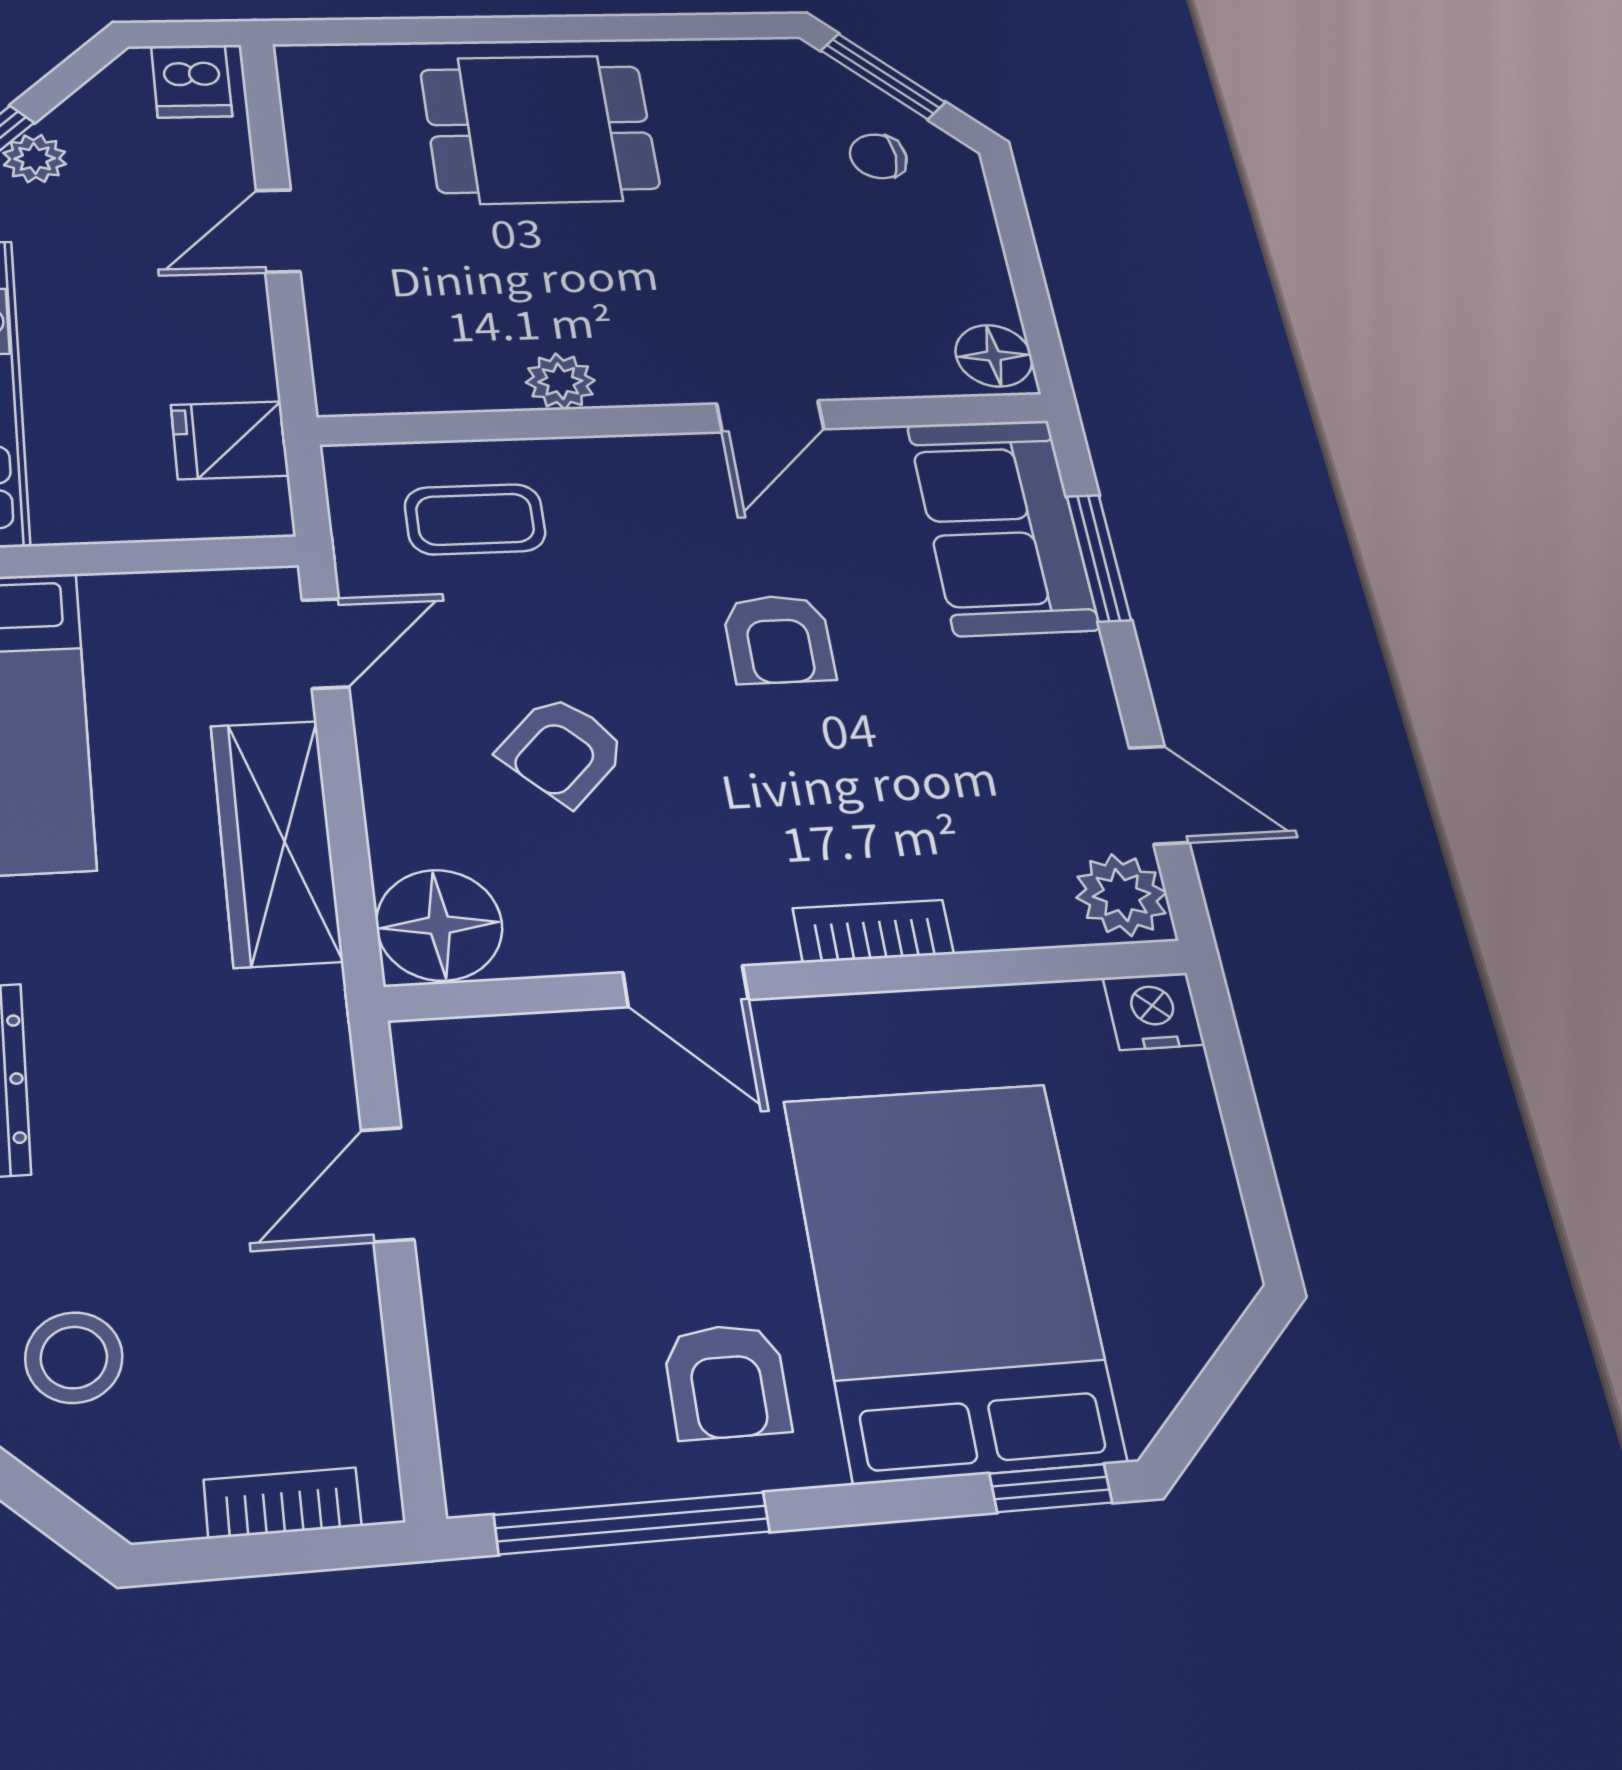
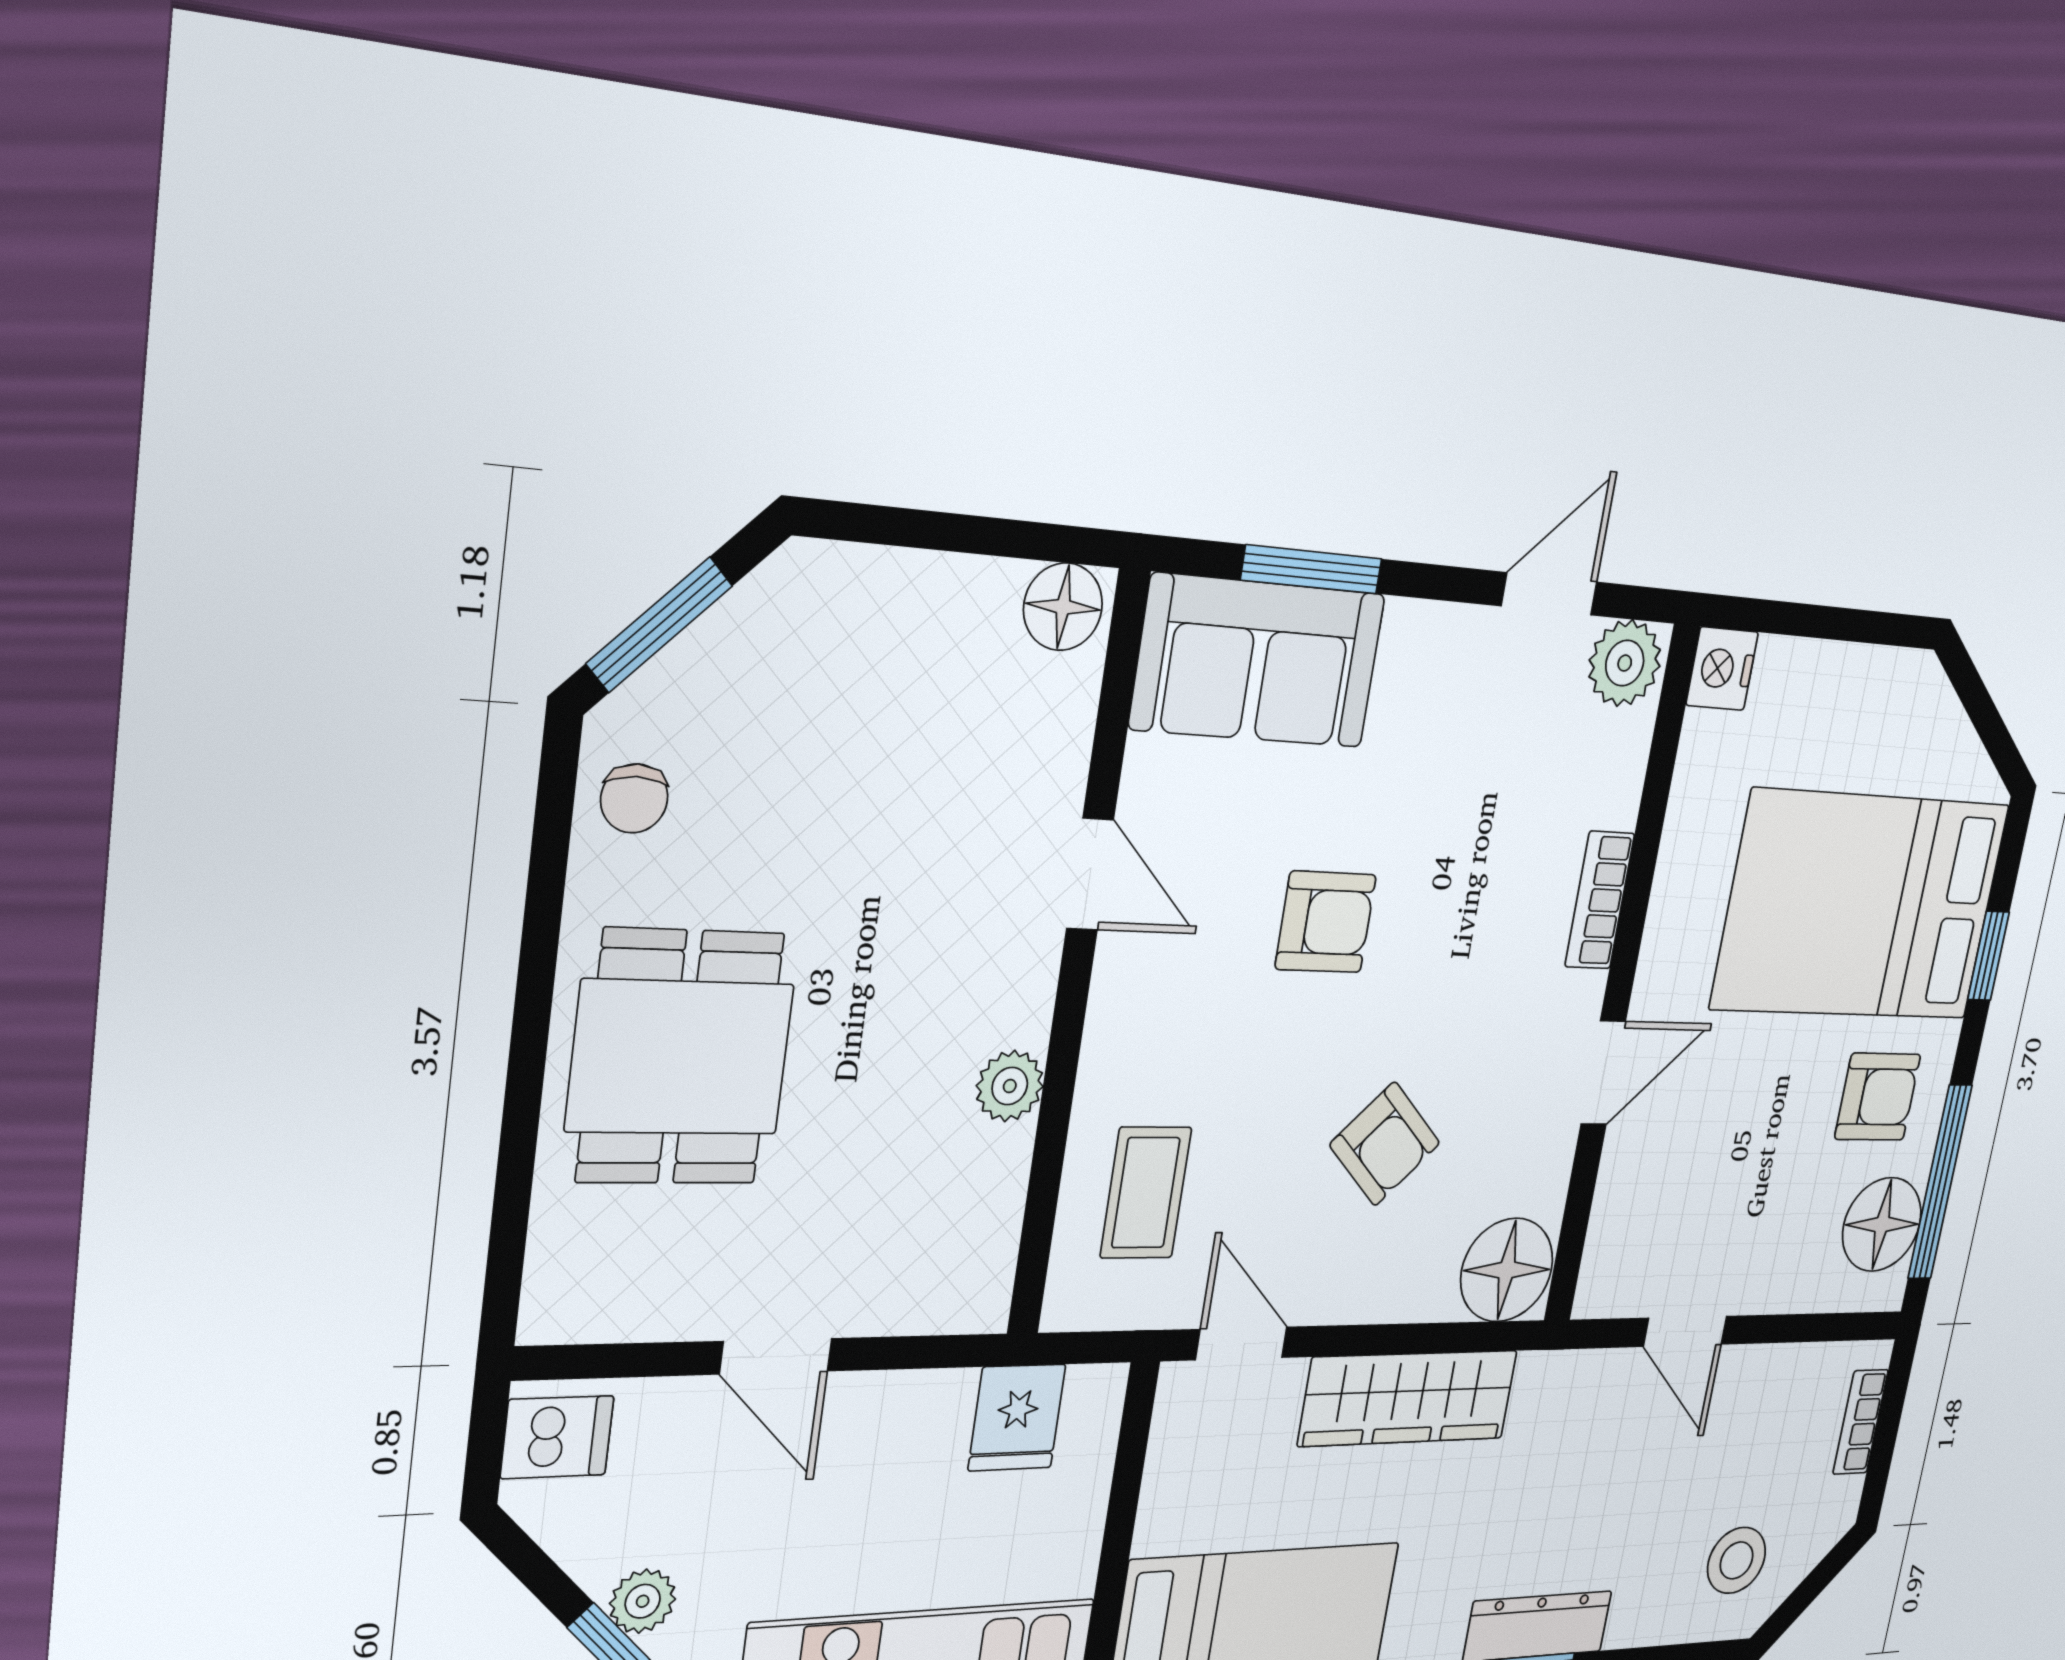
chair: (878, 156) -> (634, 798), moved
floor lamp: (562, 1445) -> (1882, 1224), added
window: (1051, 1488) -> (1988, 956), moved

